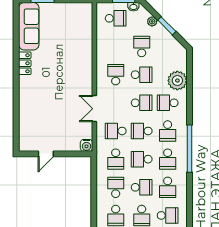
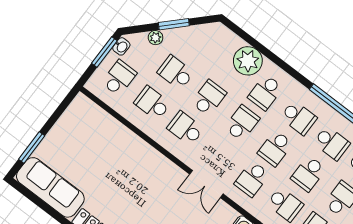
school desk: (116, 46) -> (152, 103), added

